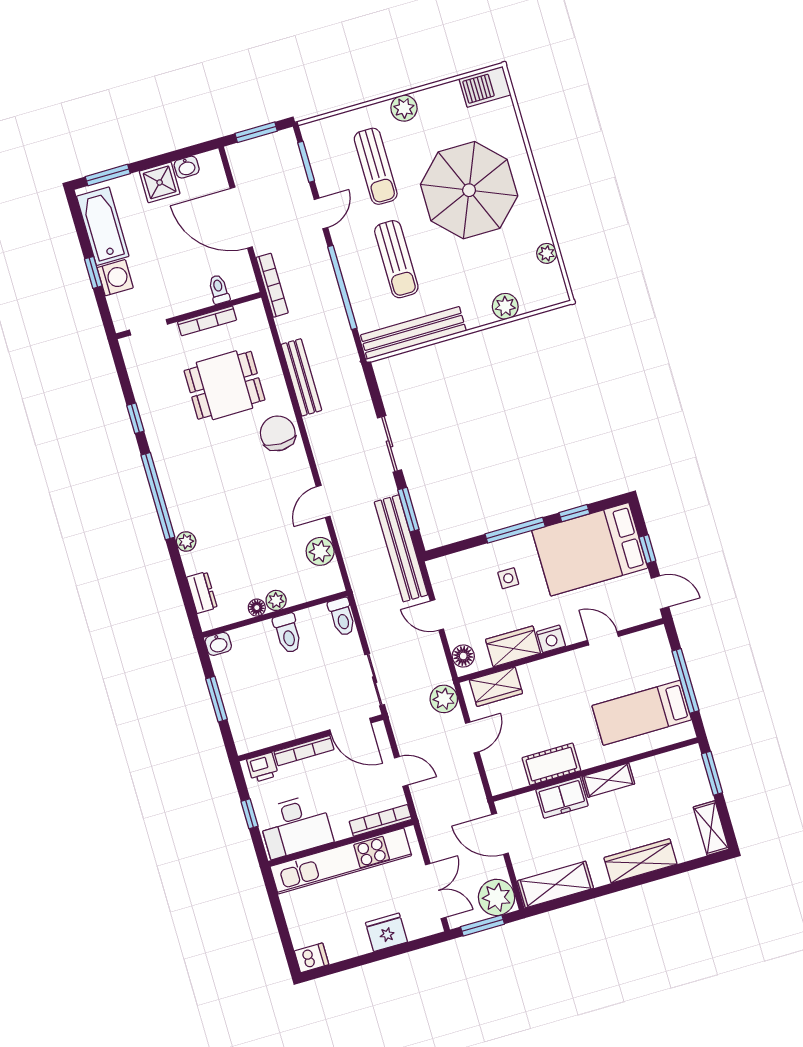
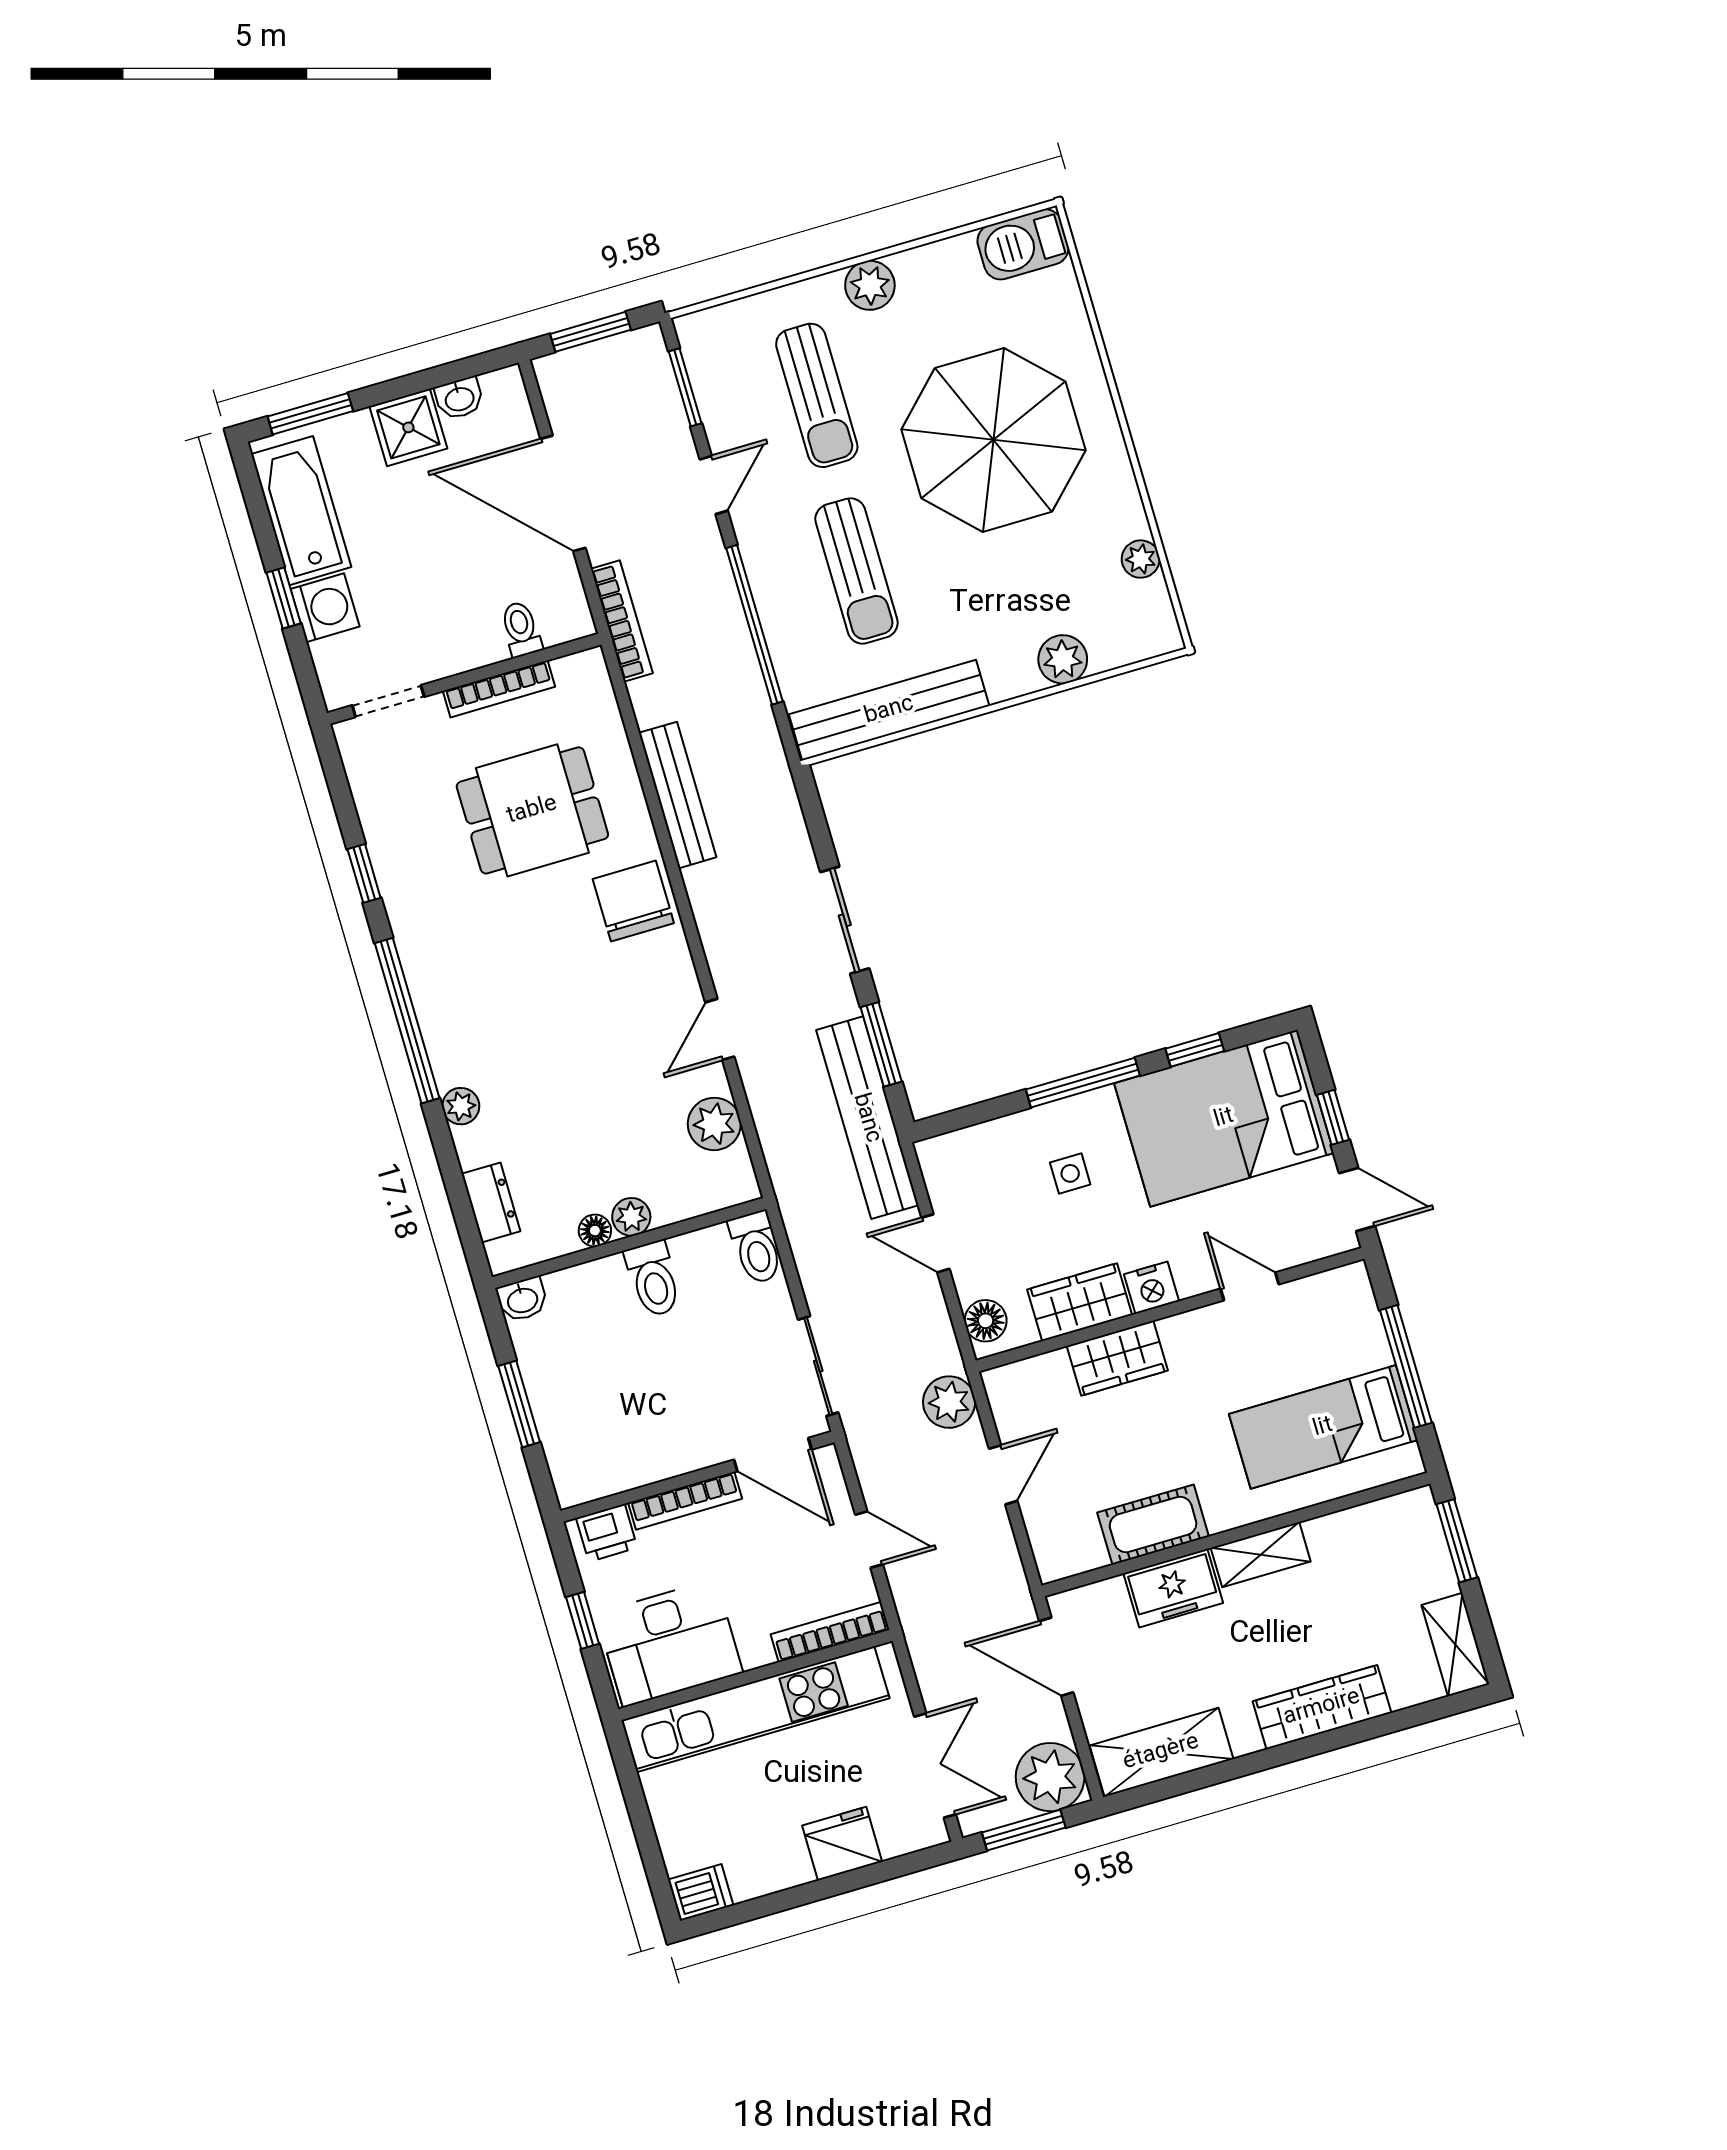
wardrobe: (496, 687) -> (1117, 1358), moved

